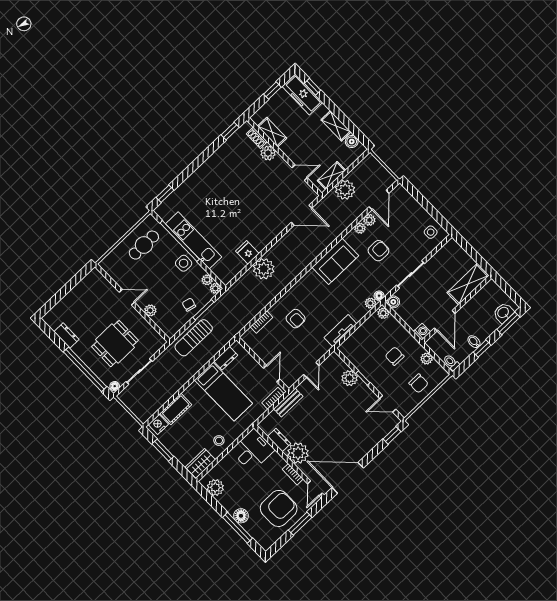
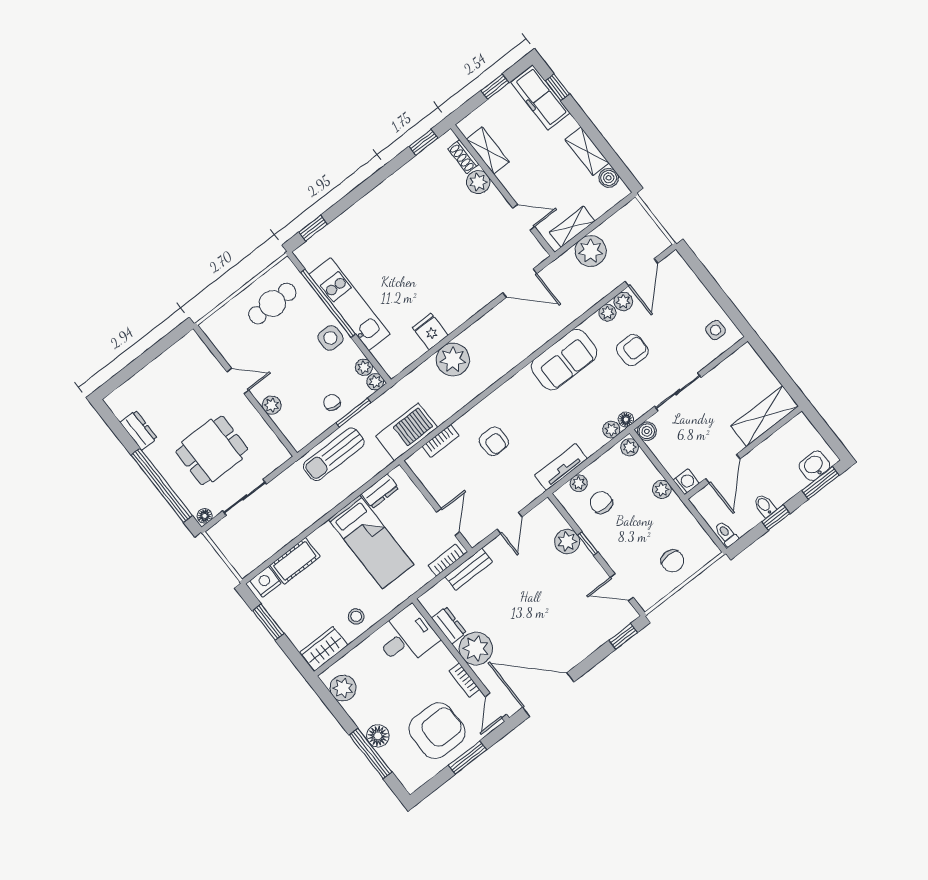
barbecue: (239, 318) -> (407, 432), added
plant: (353, 340) -> (579, 483), added
chair: (395, 356) -> (601, 502), moved
plant: (427, 359) -> (662, 489), moved

